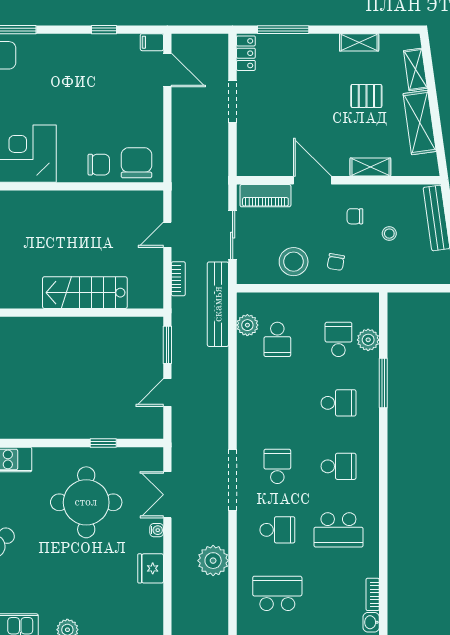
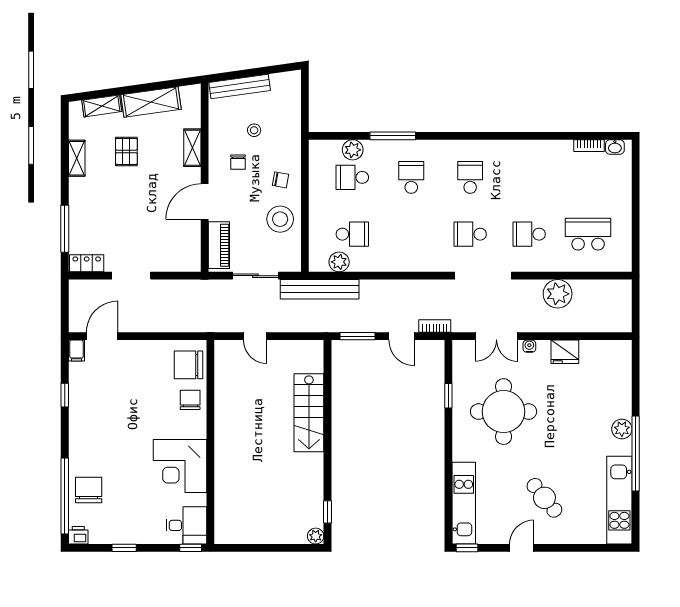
bookcase: (178, 279) -> (435, 326), moved
school desk: (277, 530) -> (529, 234), turned -90
school desk: (338, 530) -> (529, 177), removed
school desk: (277, 593) -> (588, 234), turned 90

